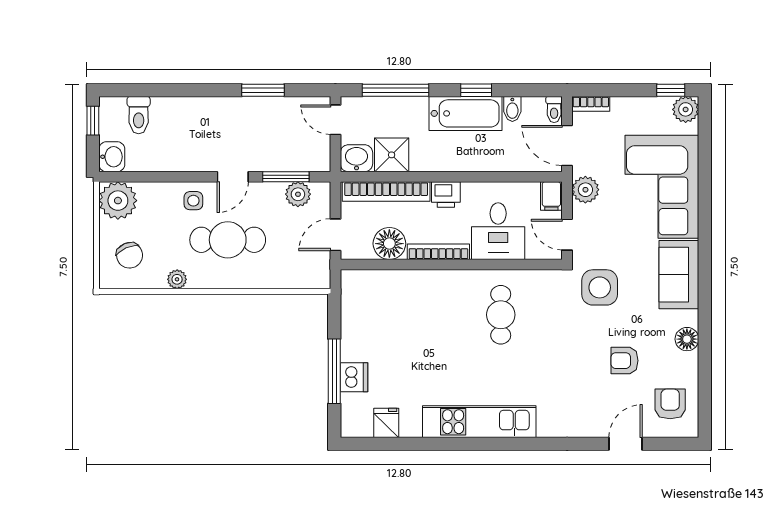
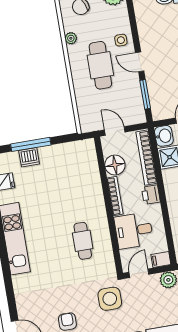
plant: (298, 194) -> (136, 104), removed
cafe table: (501, 315) -> (83, 241), turned 90

